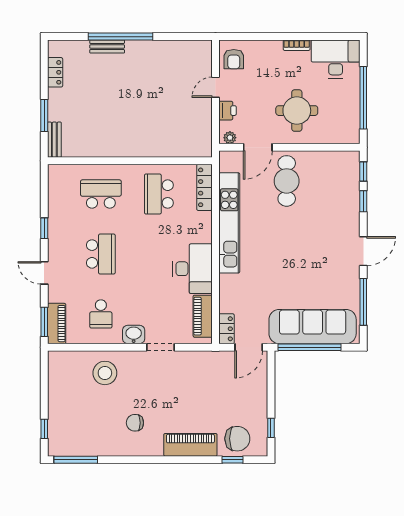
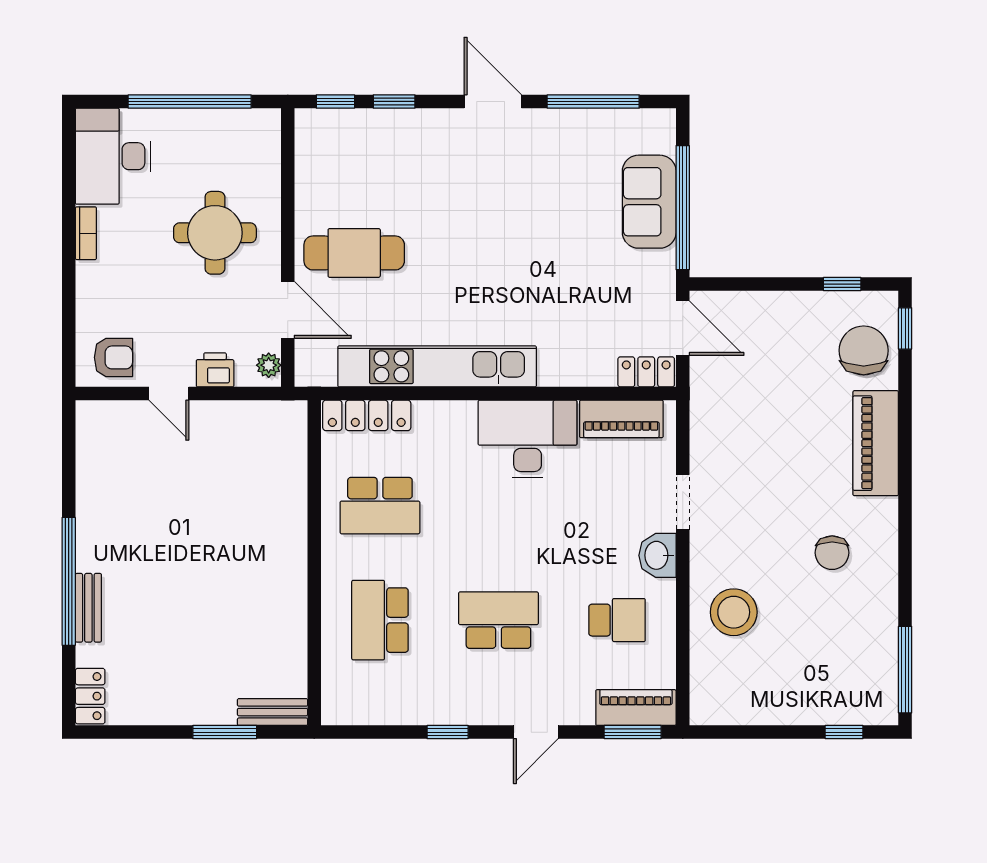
locker: (55, 72) -> (90, 696), moved, turned 90
sofa: (313, 327) -> (649, 202), width x0.54, depth x0.79
window: (232, 460) -> (905, 328), moved

